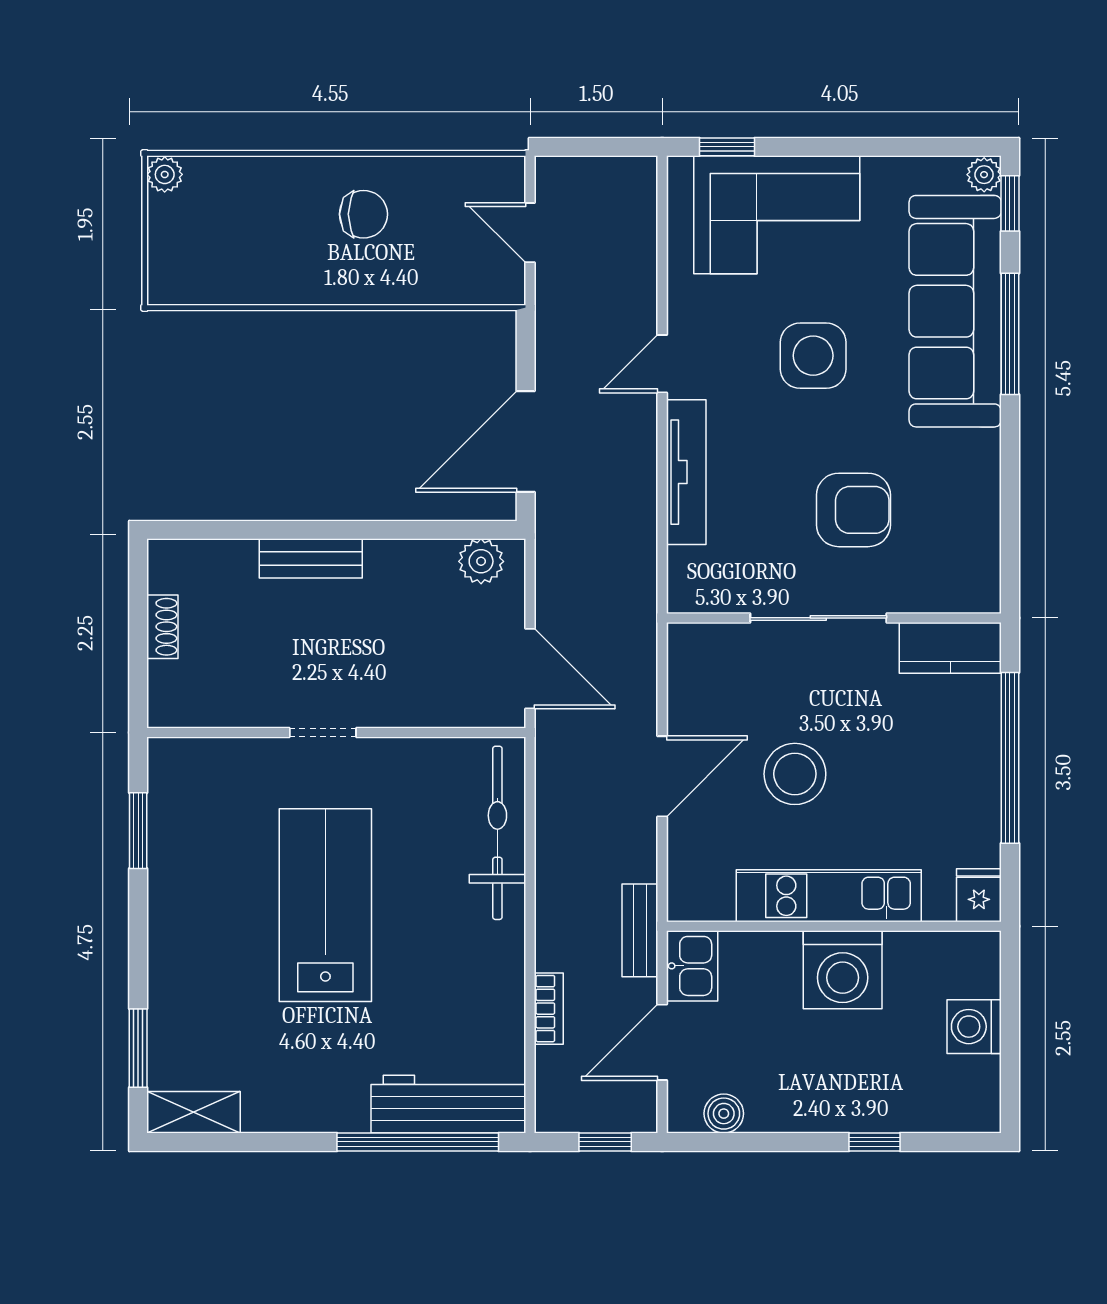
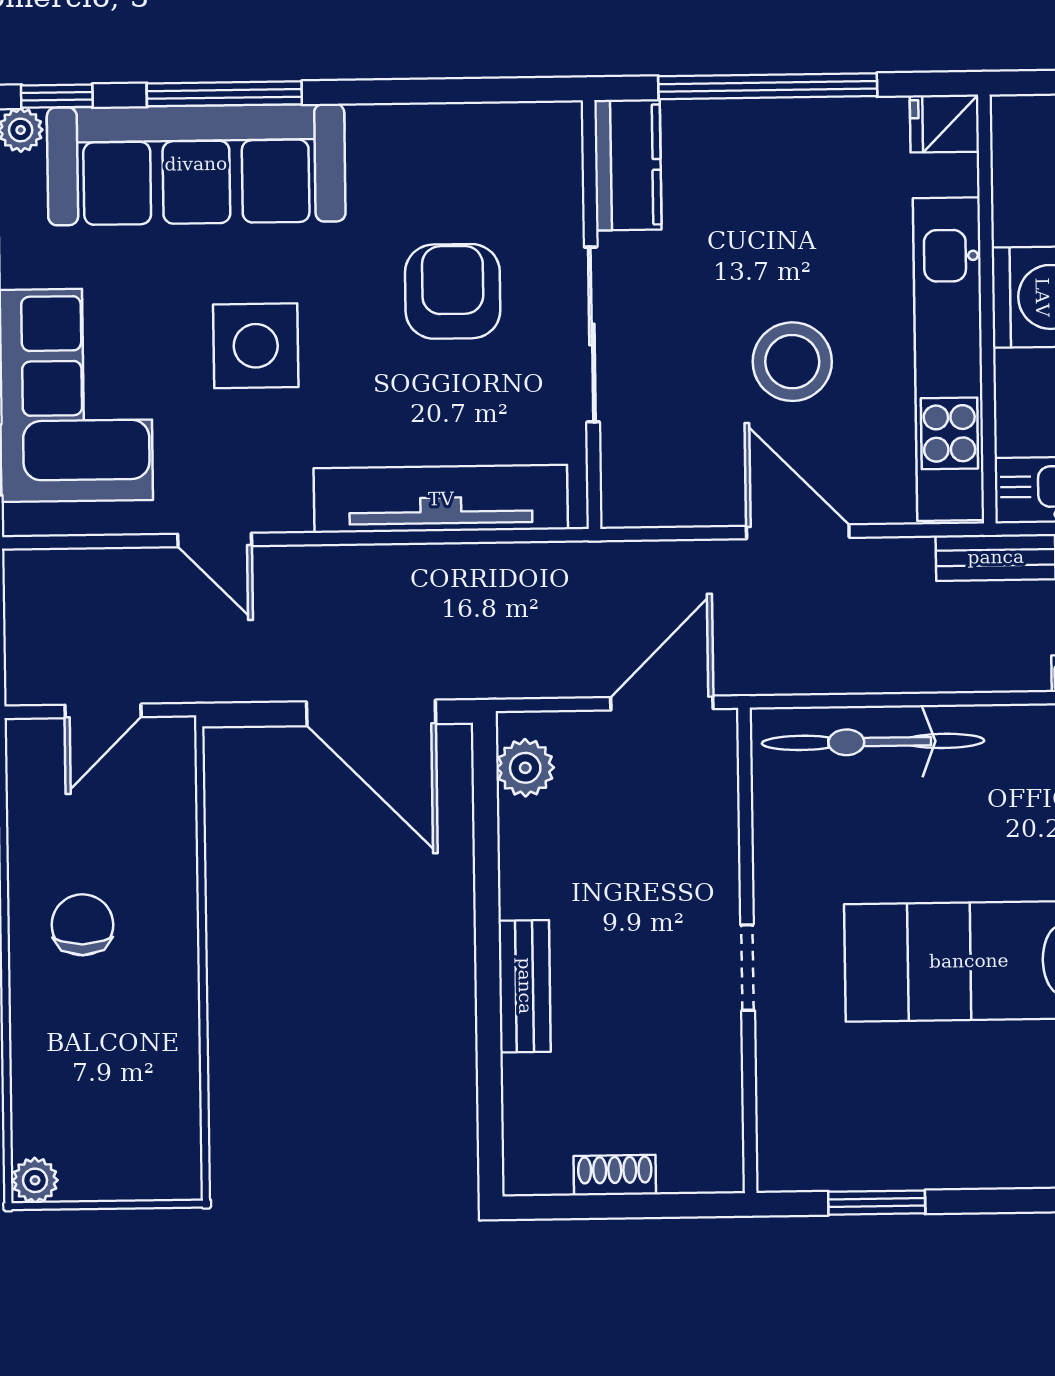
door: (662, 364) -> (215, 540), moved
tv unit: (686, 472) -> (441, 499), width x1.36, depth x1.29
kitchen unit: (829, 896) -> (948, 359), width x1.36

